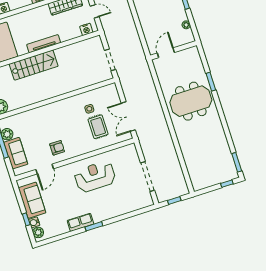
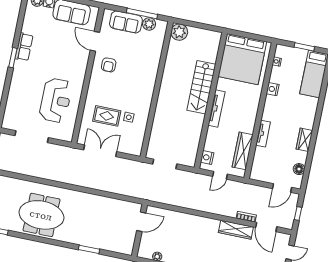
door: (166, 53) -> (141, 222), hinge flipped
meeting table: (191, 101) -> (41, 215), moved, turned 90
reception desk: (95, 177) -> (56, 100), moved

